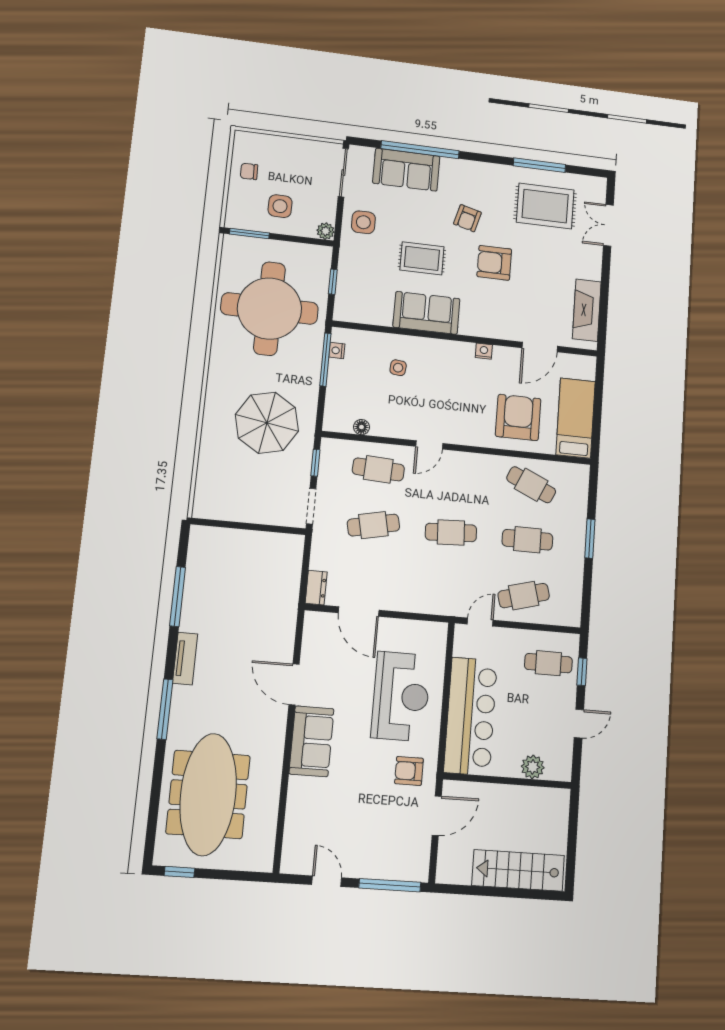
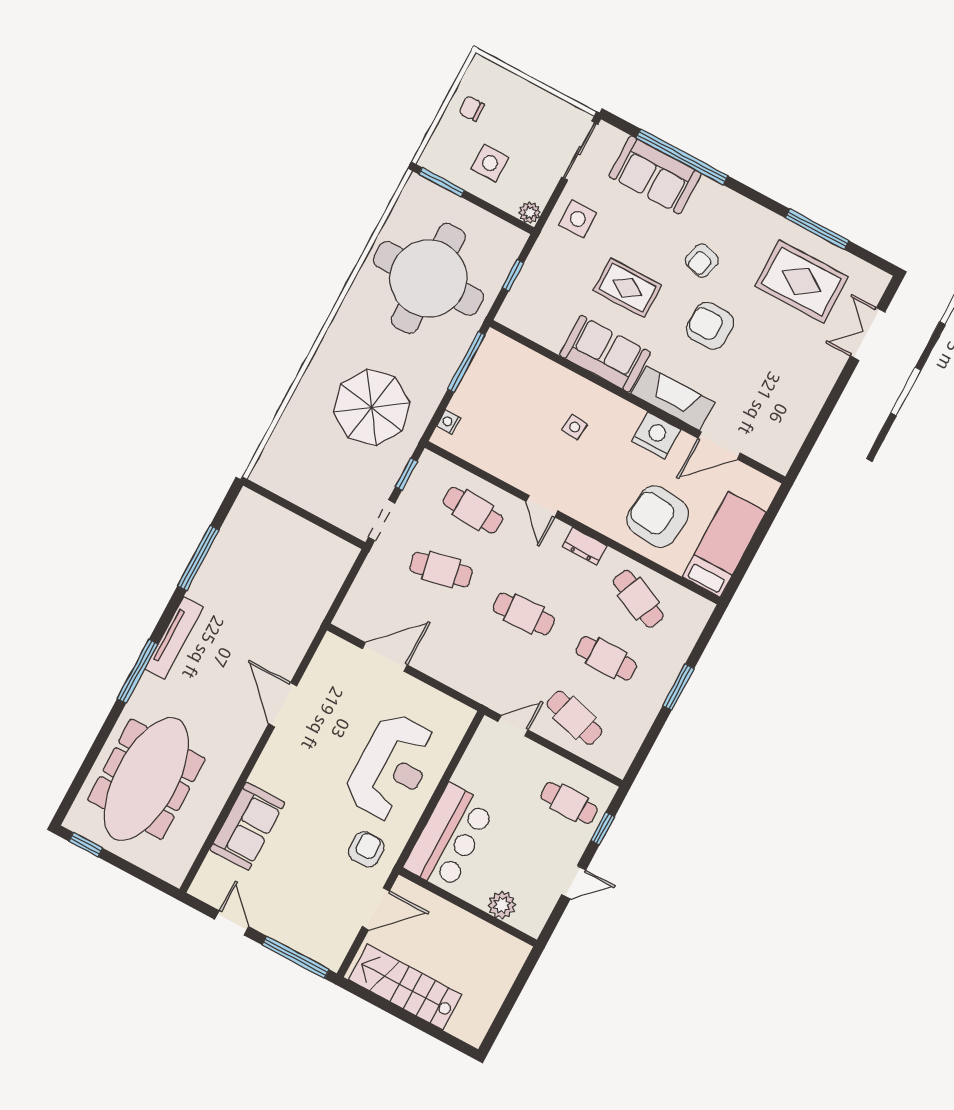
fireplace: (587, 310) -> (673, 398), moved, turned 90
nightstand: (337, 351) -> (449, 422), moved
nightstand: (484, 351) -> (656, 435), width x1.89, depth x1.79
side table: (398, 368) -> (575, 427), moved
armchair: (518, 417) -> (658, 517), turned -84
floor lamp: (362, 427) -> (475, 455), removed
door: (429, 445) -> (542, 506), hinge flipped
dresser: (316, 588) -> (585, 546), moved, turned 90
cafe table: (524, 596) -> (574, 718), turned 30
door: (359, 611) -> (385, 657), swing flipped
tv unit: (185, 659) -> (174, 638), width x1.41
bar counter: (471, 716) -> (450, 837), width x0.73
sofa: (312, 741) -> (247, 826), moved
armchair: (409, 771) -> (366, 849), turned 90
stairs: (518, 870) -> (405, 987), moved

